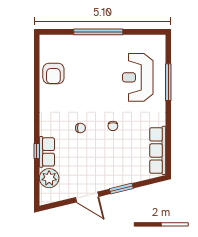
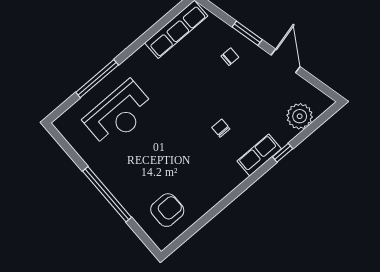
armchair: (53, 74) -> (167, 210), moved
chair: (113, 126) -> (230, 57), moved
row of seats: (47, 152) -> (259, 155), moved

